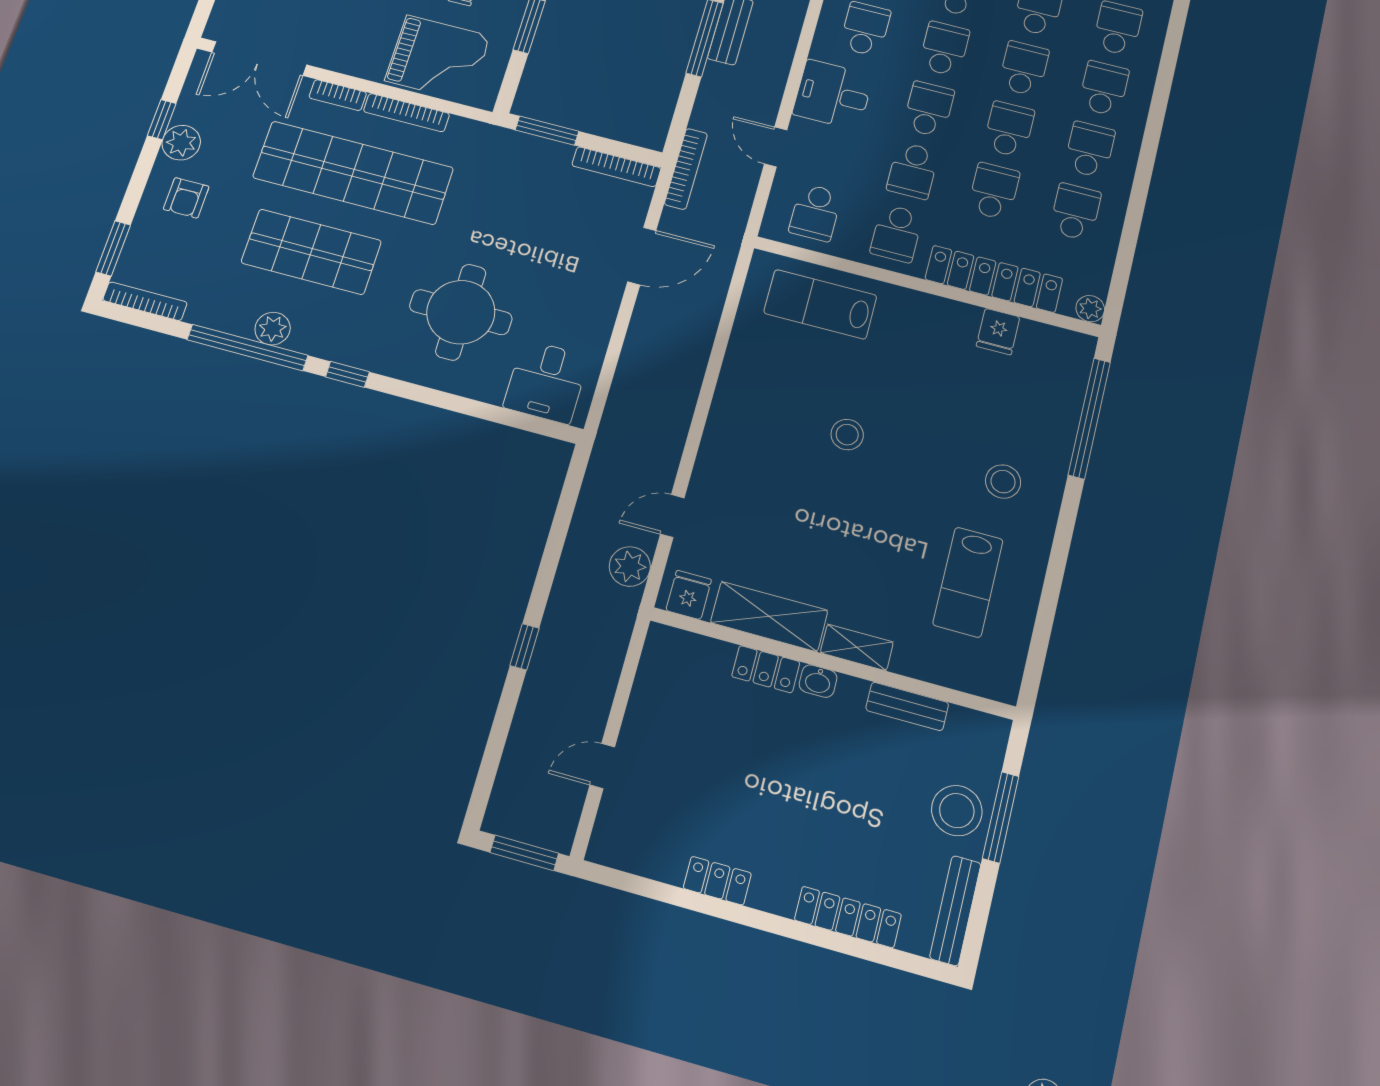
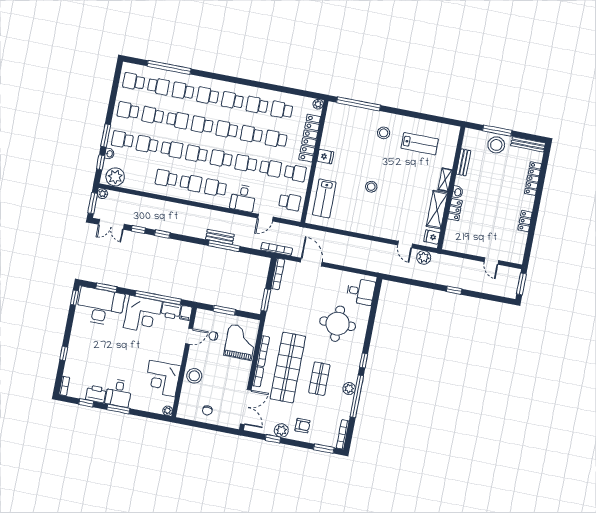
shop shelf: (311, 252) -> (319, 379), width x0.70, depth x0.74
fridge: (998, 332) -> (325, 157), moved

